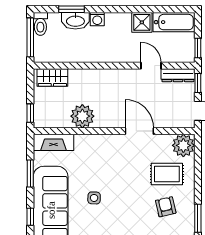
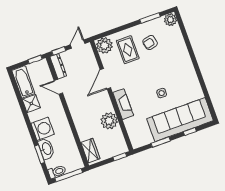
washing machine: (97, 19) -> (43, 129), width x1.89, depth x1.89
door: (151, 66) -> (58, 87), hinge flipped
fireplace: (53, 142) -> (123, 104), moved

